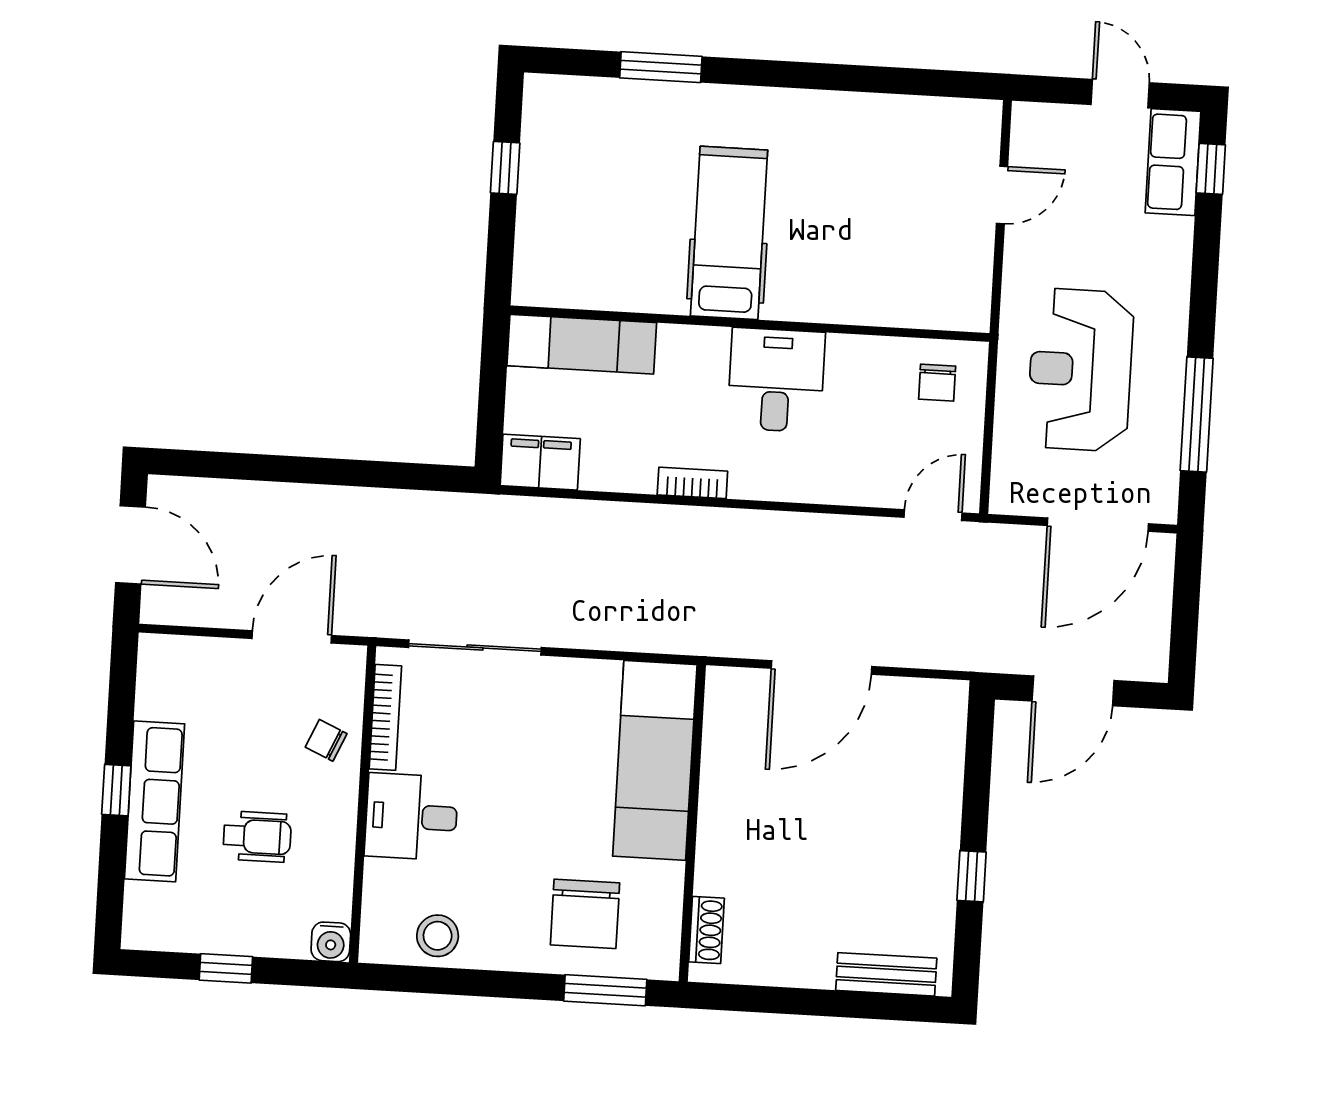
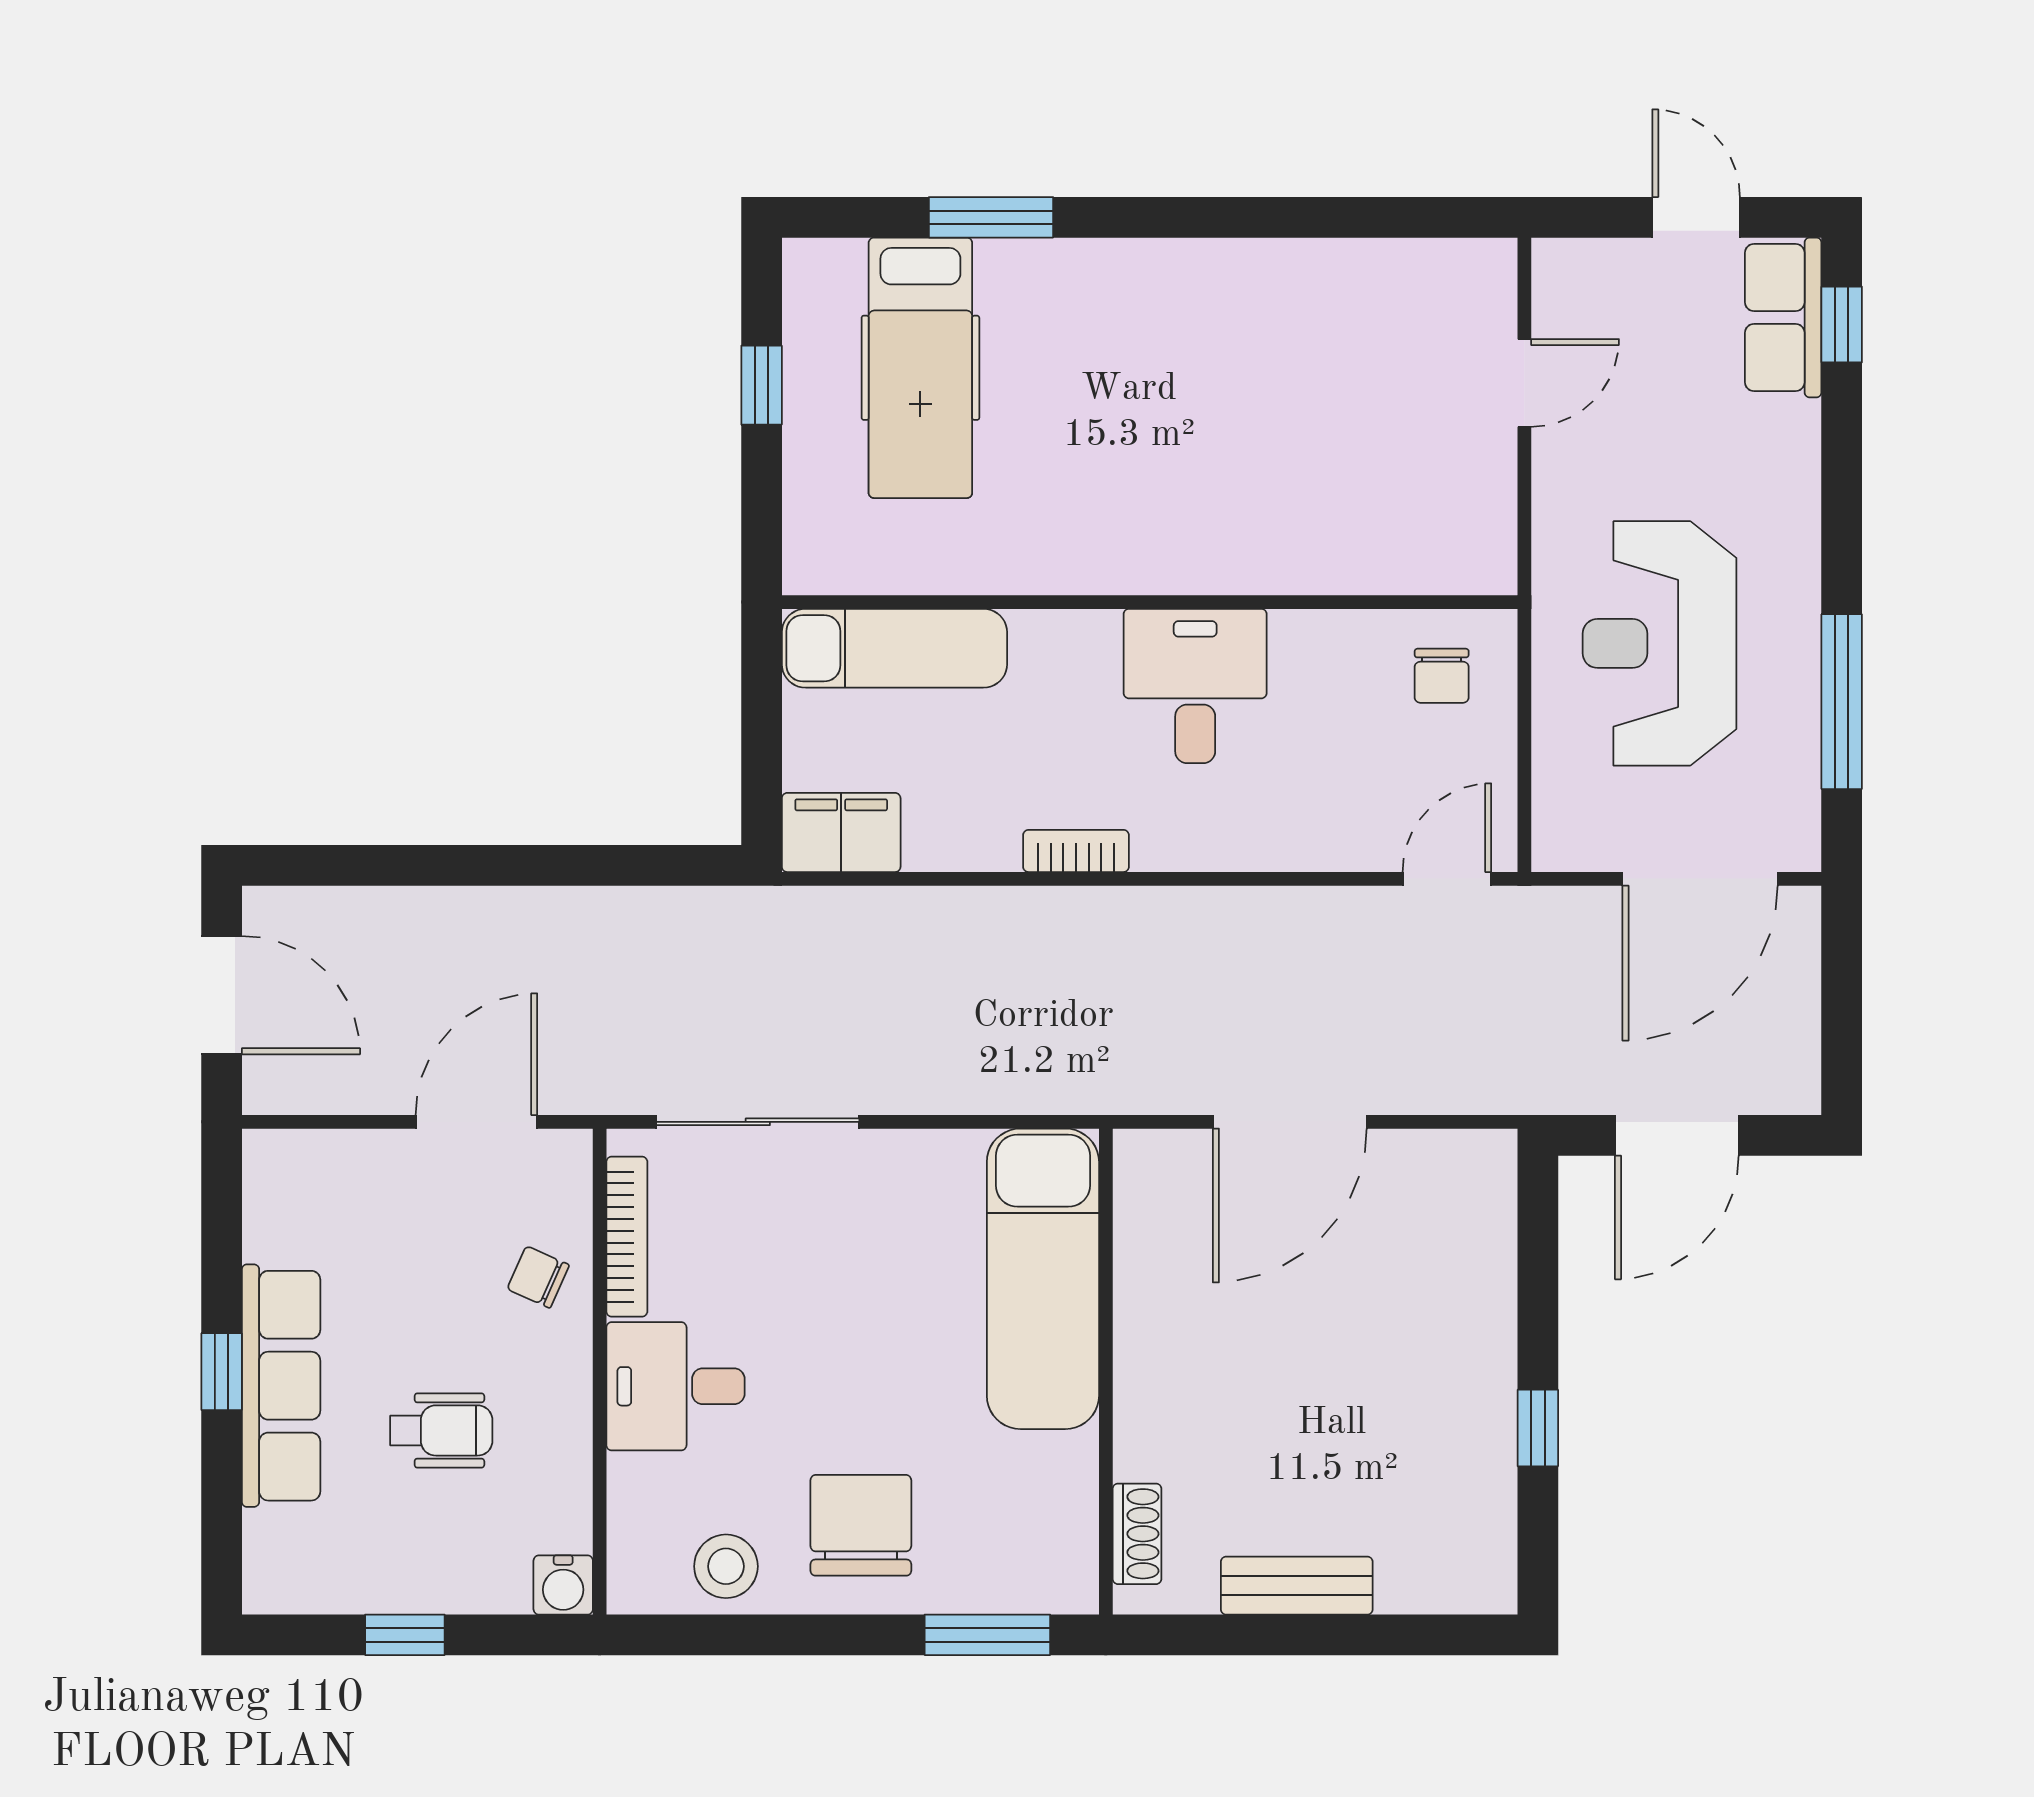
hospital bed: (729, 233) -> (920, 368), moved, turned 180
chair: (585, 914) -> (861, 1525), moved, turned 180
bench: (886, 974) -> (1297, 1586), moved

